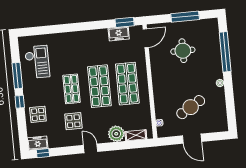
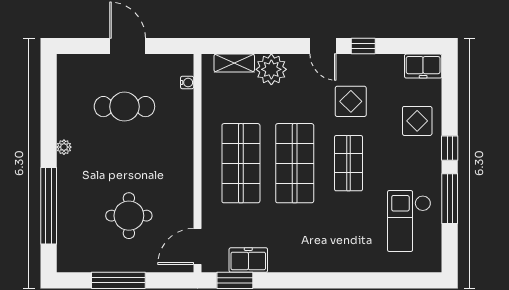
cafe table: (191, 107) -> (124, 107), turned 31
window: (43, 153) -> (363, 46), moved

